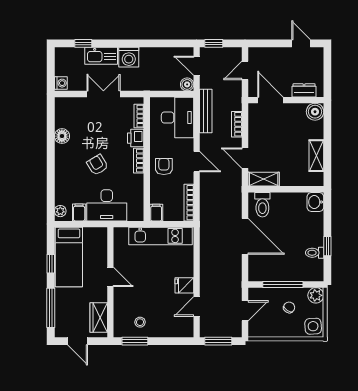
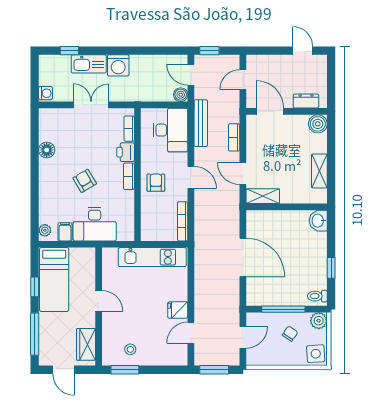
toilet: (262, 205) -> (261, 223), removed
filing cabinet: (156, 213) -> (148, 232), removed
toilet: (315, 253) -> (317, 296), moved

